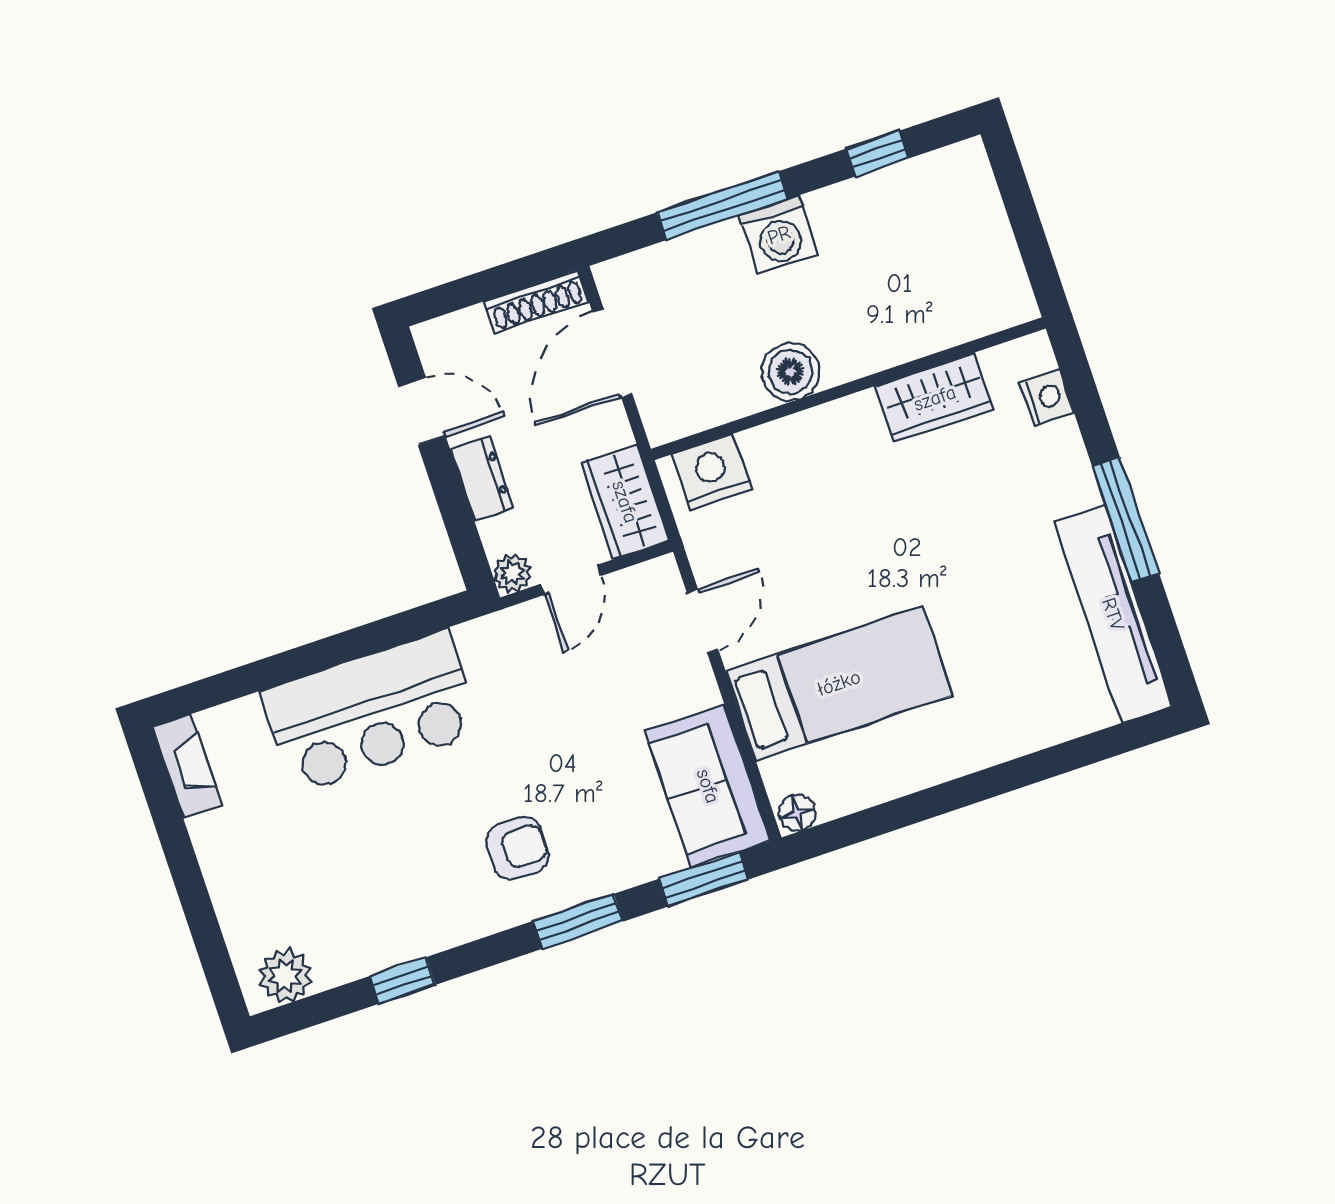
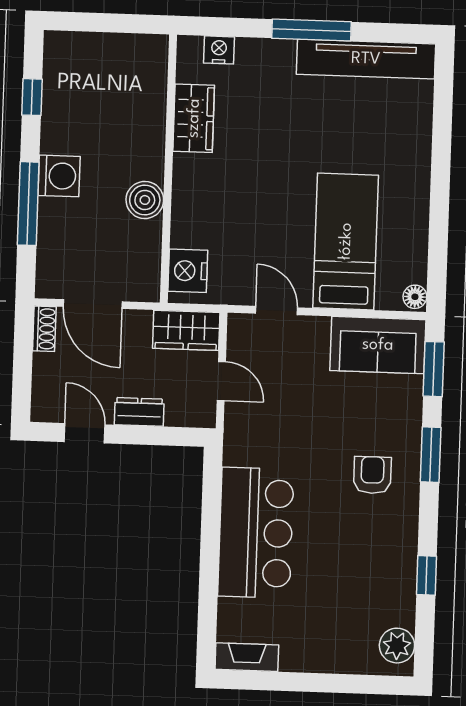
shoe rack: (536, 301) -> (44, 329), width x0.70
door: (422, 411) -> (85, 433), hinge flipped
plant: (512, 573) -> (204, 415), removed

